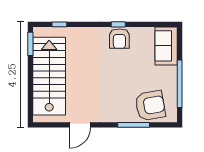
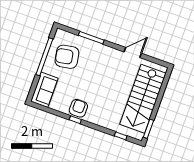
armchair: (150, 106) -> (67, 57), moved

